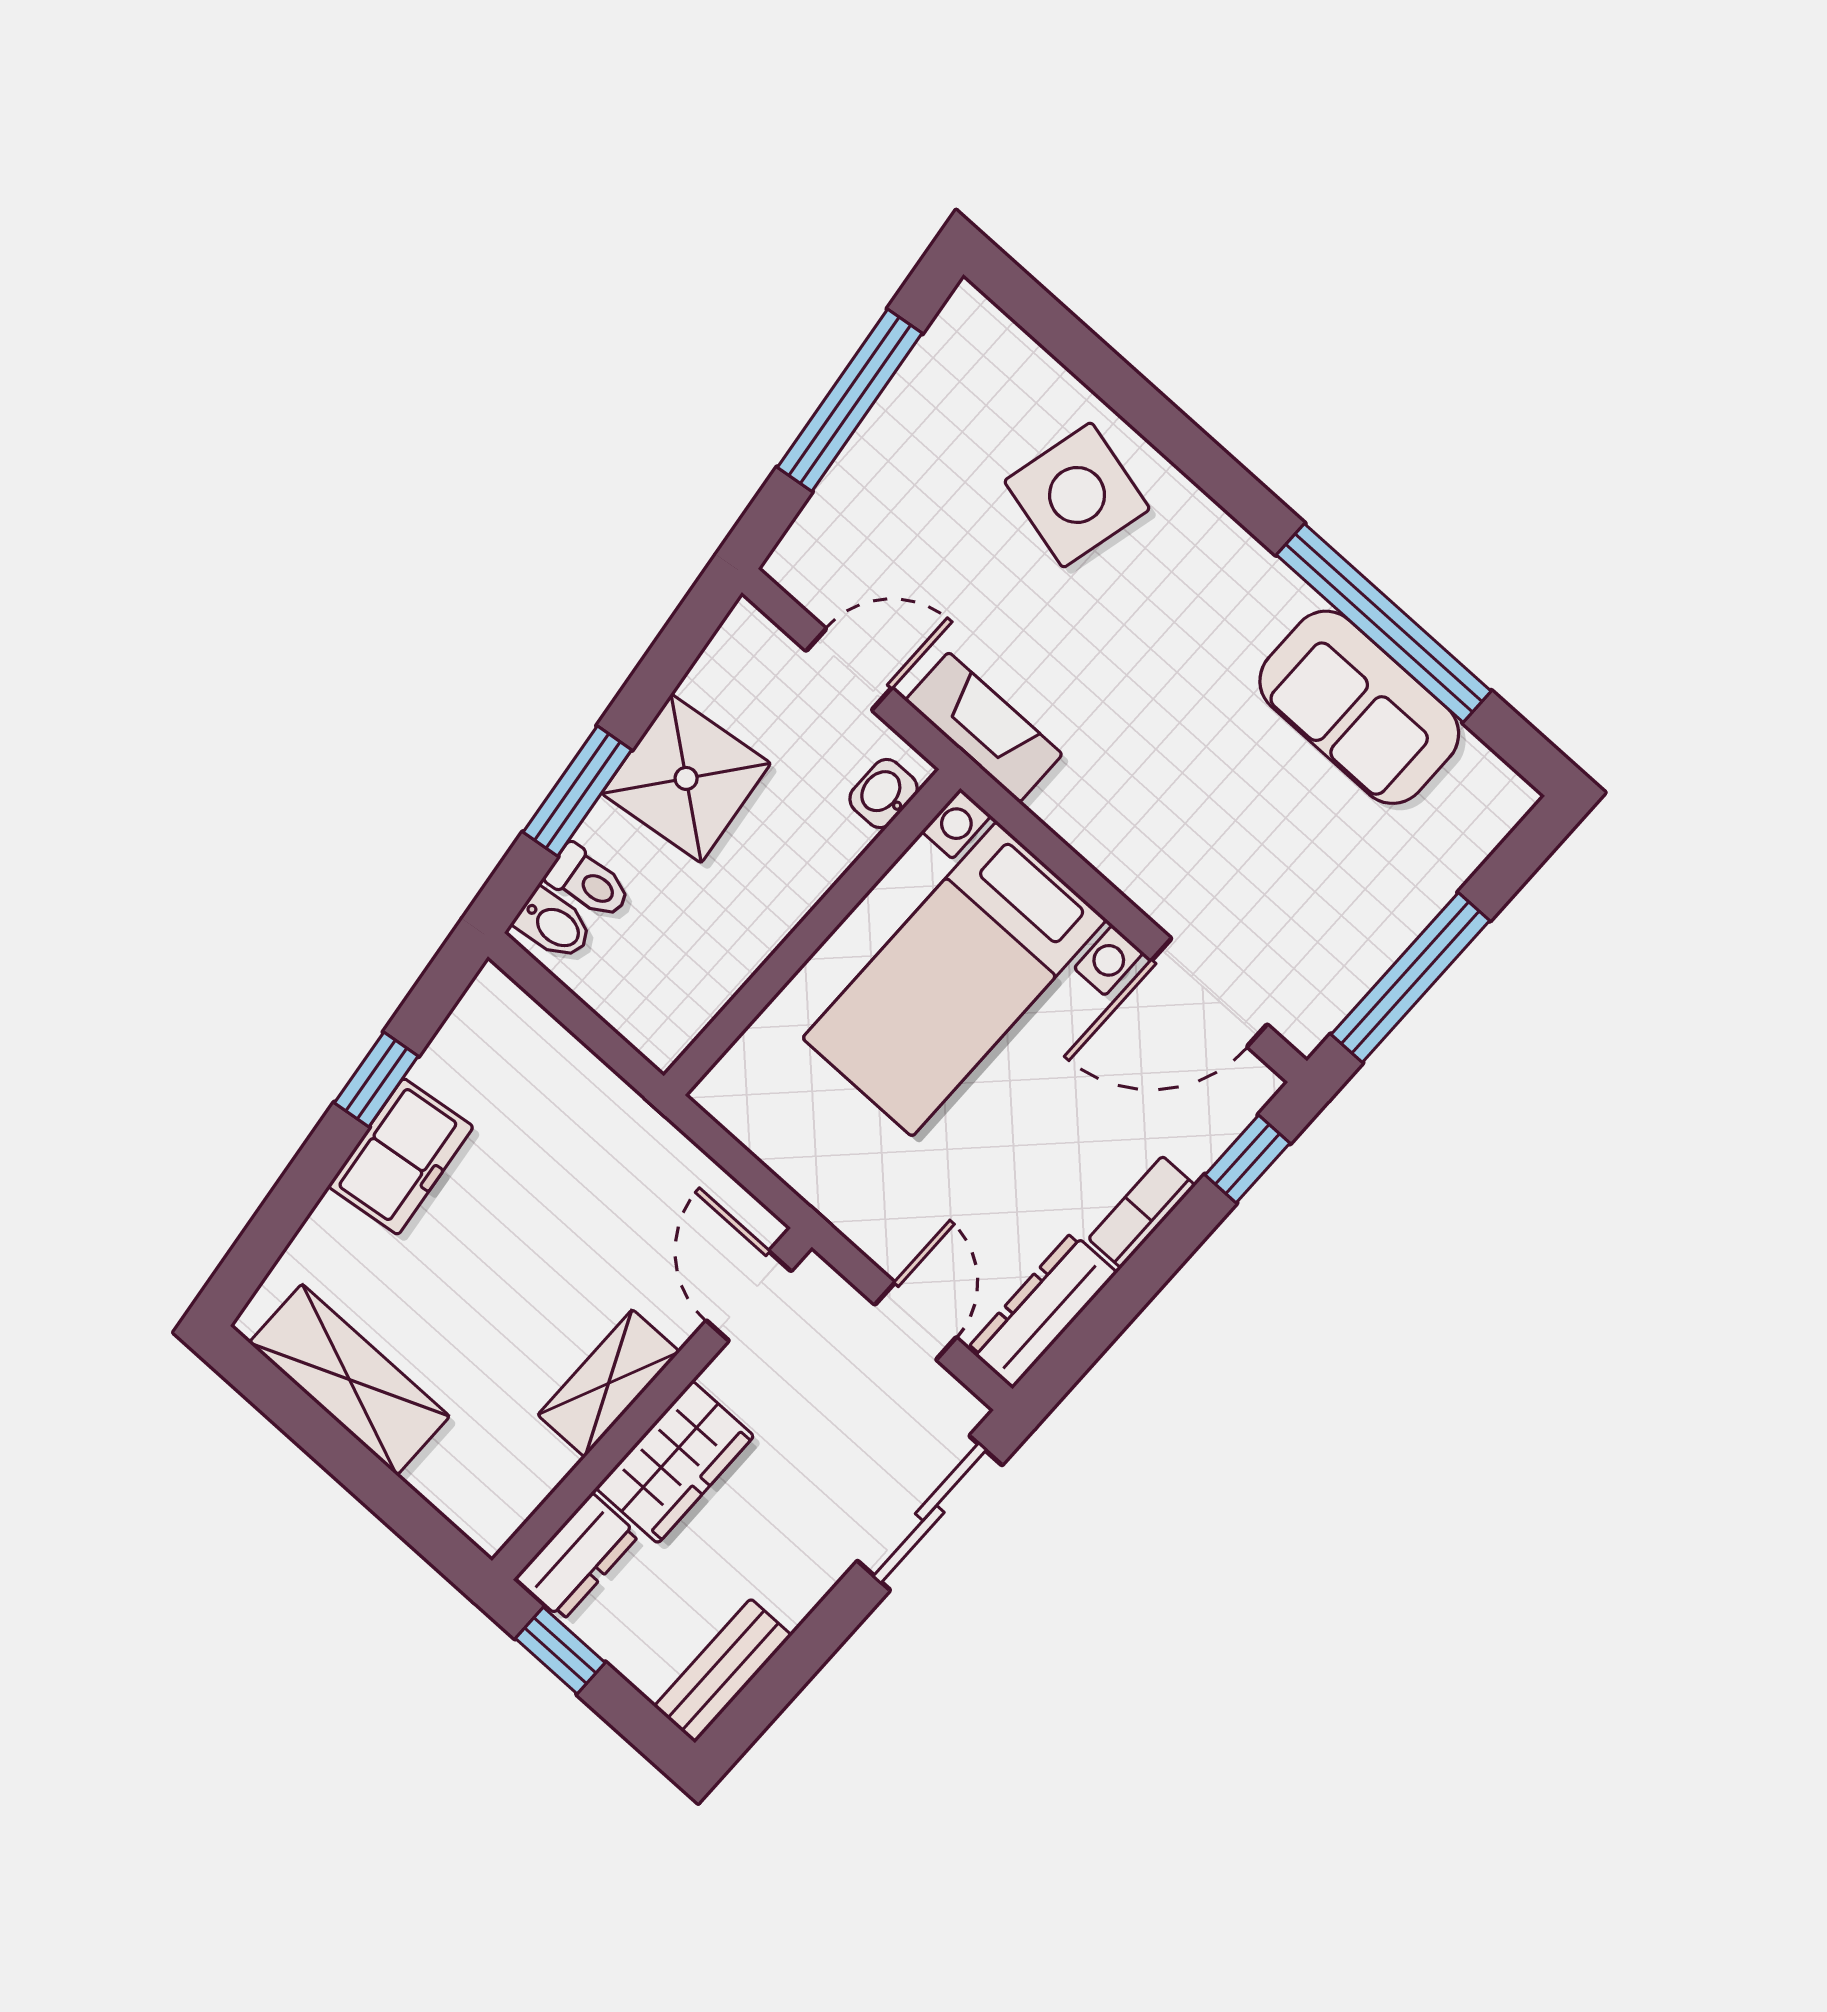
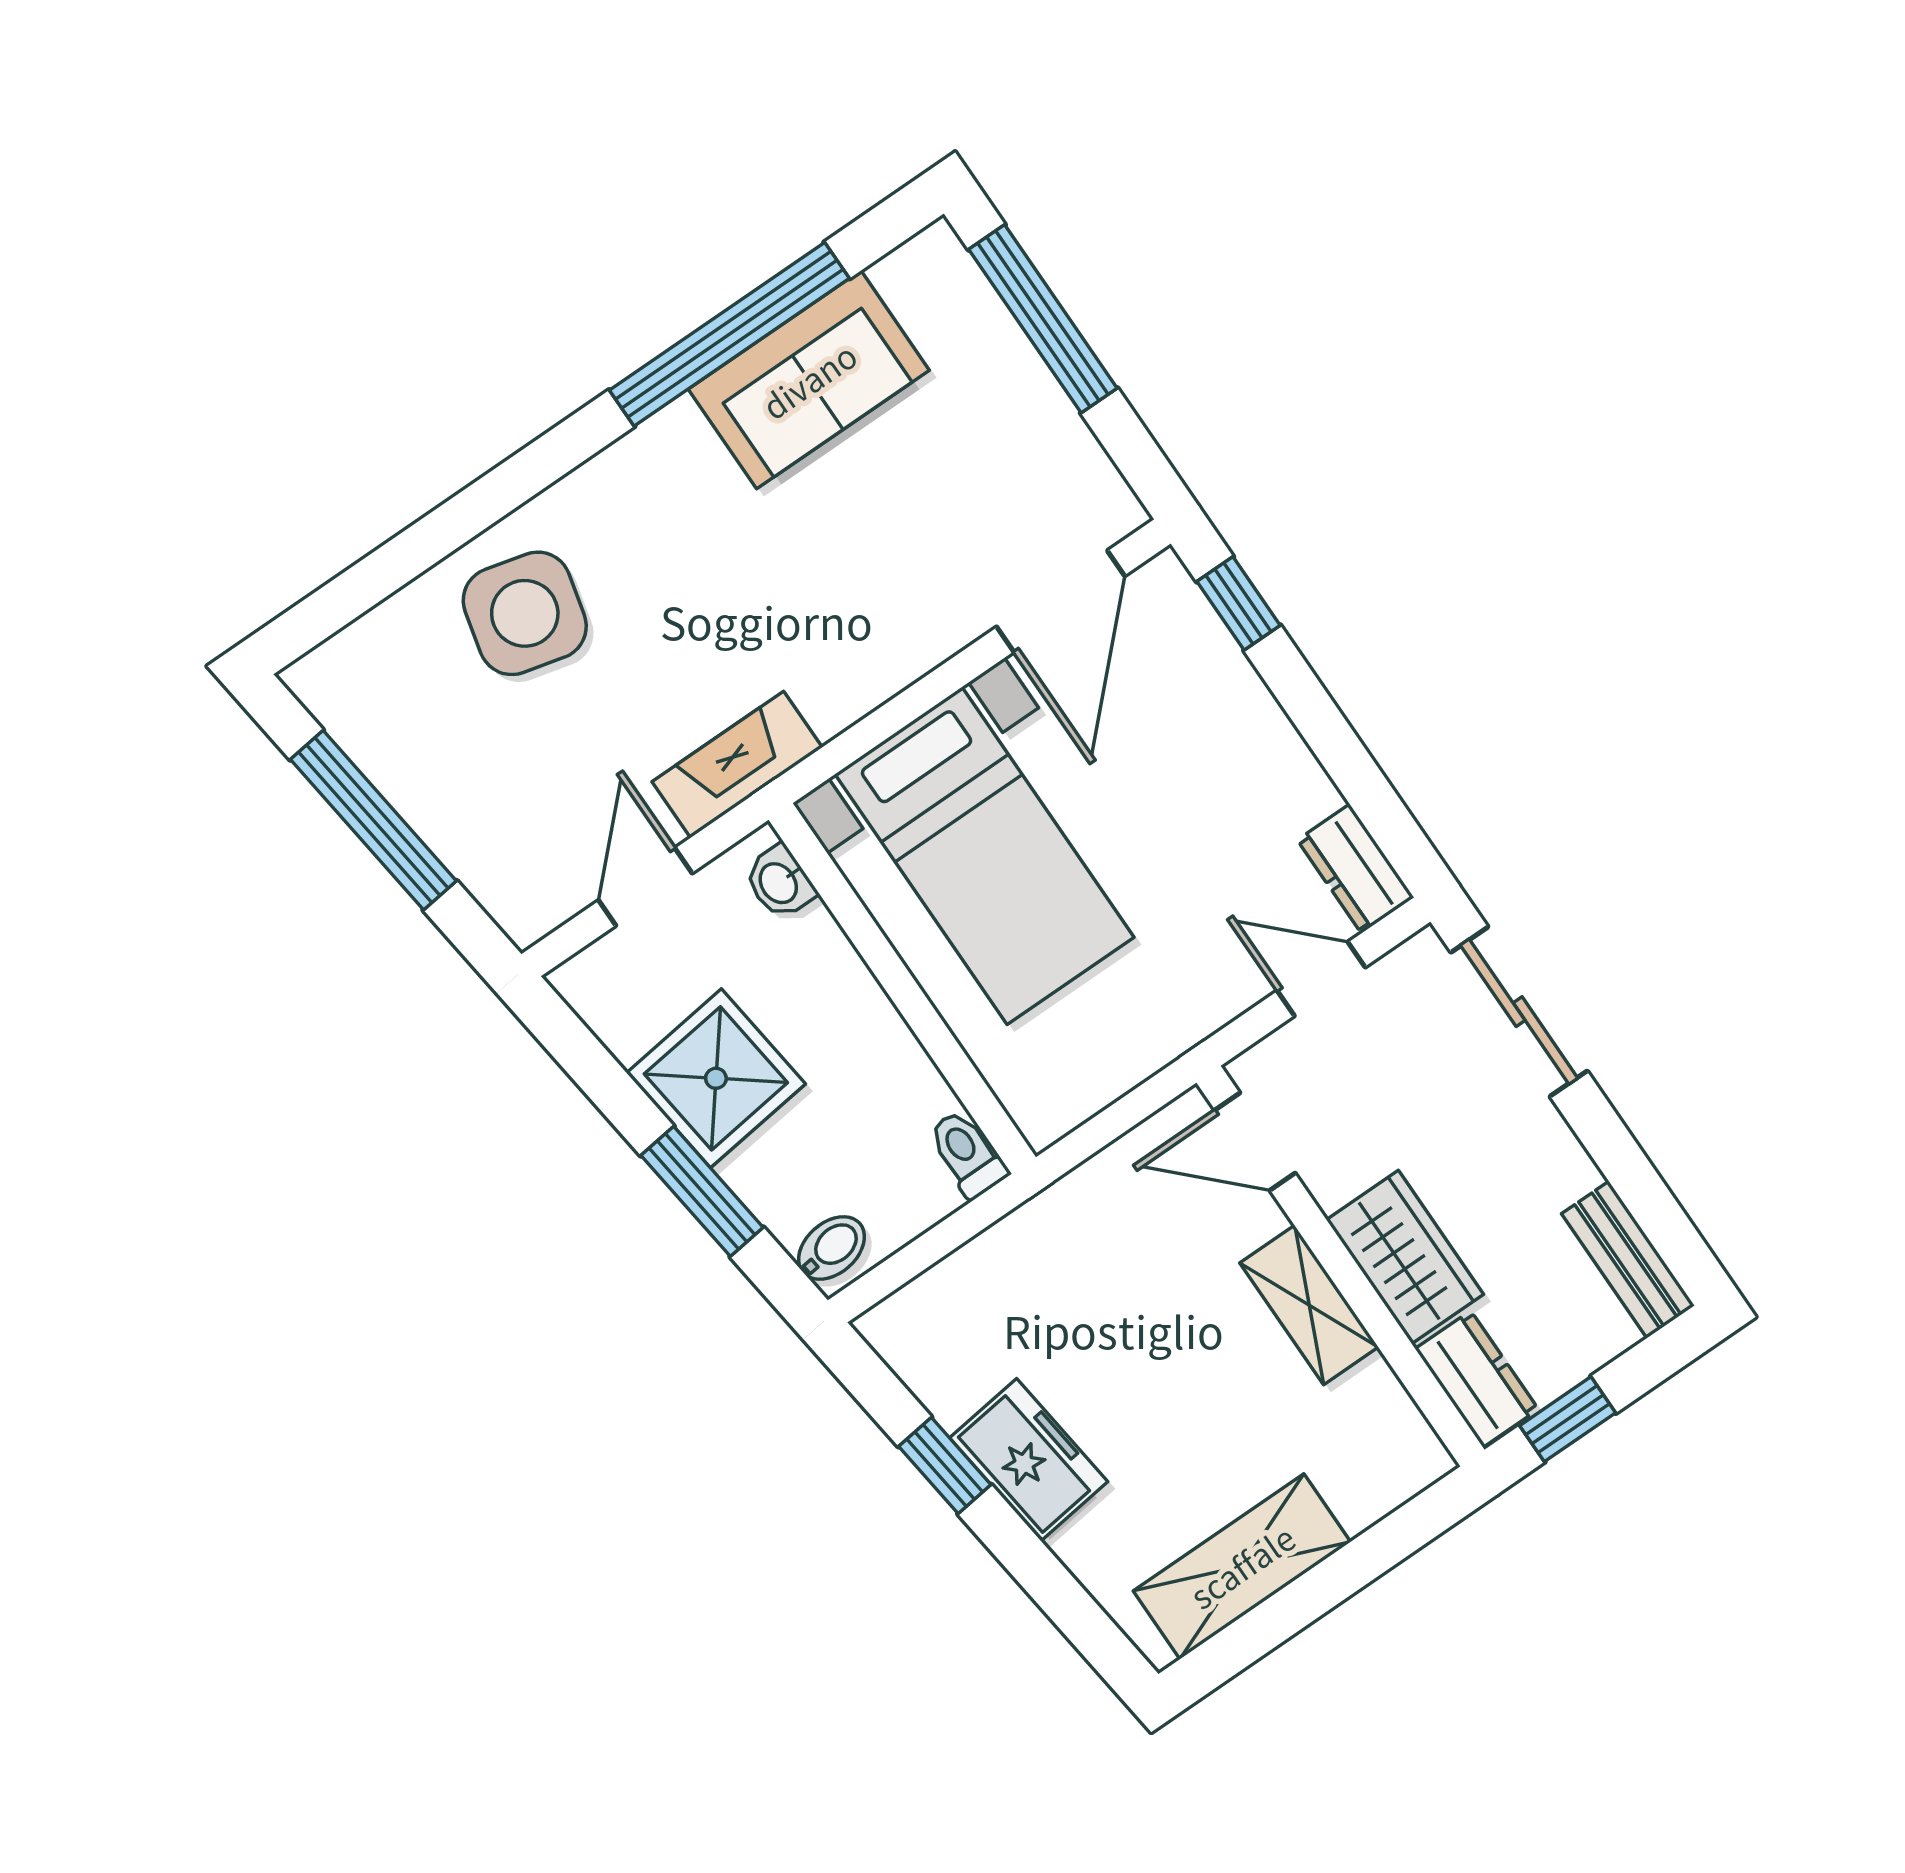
toilet: (589, 882) -> (967, 1154), moved, turned -83
window: (1410, 977) -> (1043, 319), moved
bookcase: (1142, 1212) -> (1266, 723), removed
dresser: (1042, 1310) -> (1356, 869), width x0.70

